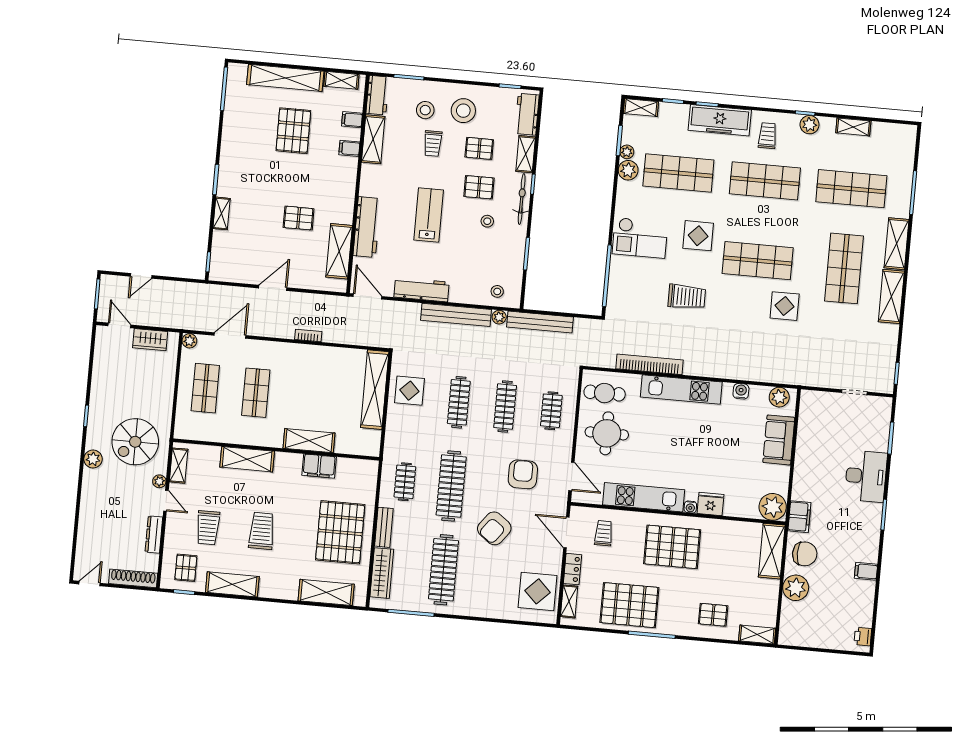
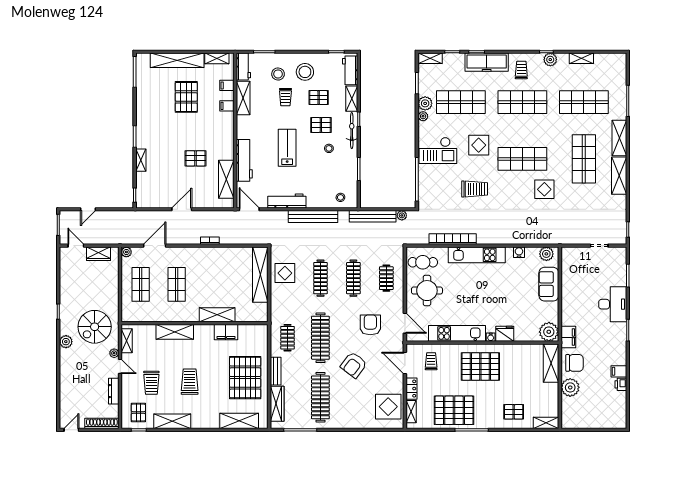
plant: (627, 152) -> (423, 116), moved
plant: (499, 317) -> (402, 215), moved
printer: (863, 637) -> (621, 384), moved

